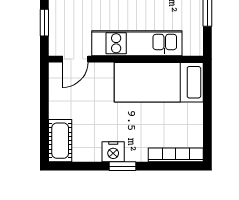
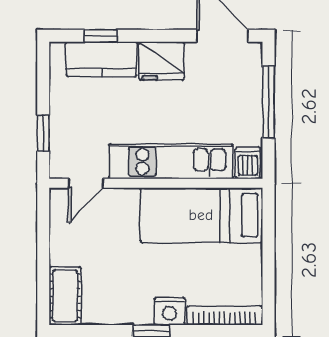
dishwasher: (193, 44) -> (248, 163), added
nightstand: (113, 152) -> (170, 311), moved

